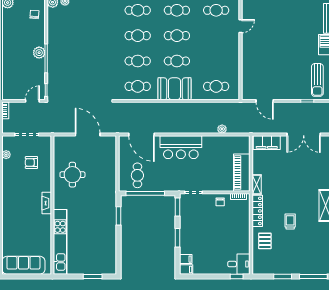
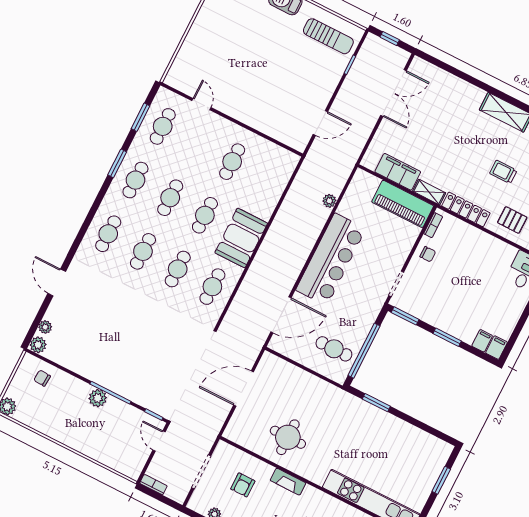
cafe table: (216, 86) -> (232, 162), moved
filing cabinet: (267, 143) -> (398, 172), moved, turned -90
bar counter: (181, 147) -> (331, 259), width x1.36
fireplace: (47, 203) -> (288, 482), moved

